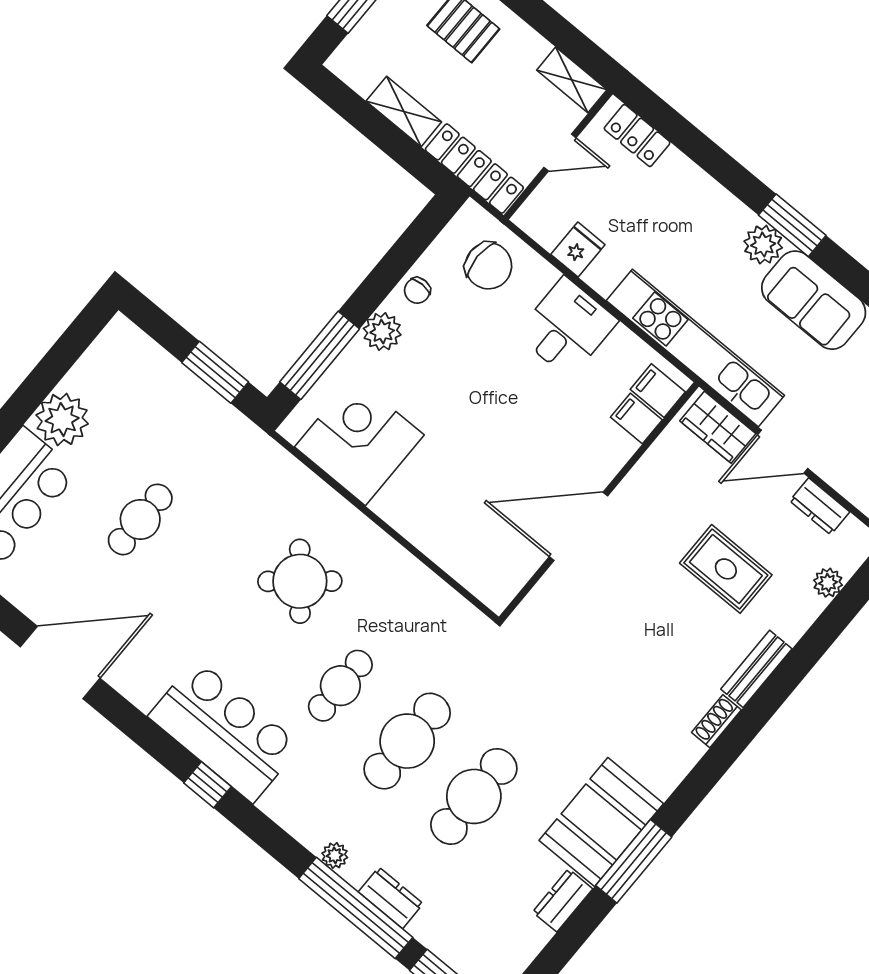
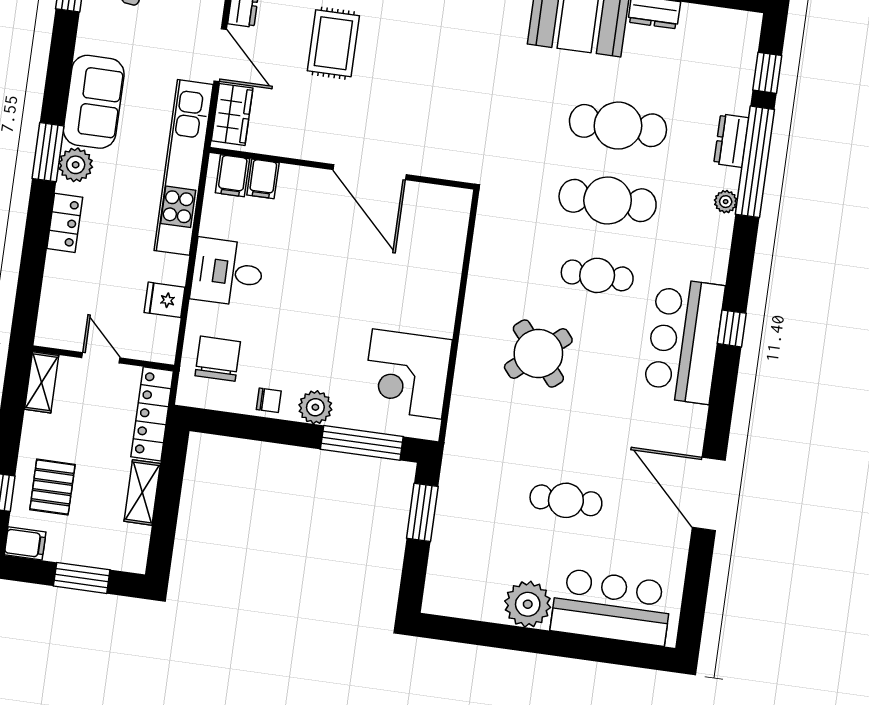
locker: (637, 136) -> (65, 223), moved

